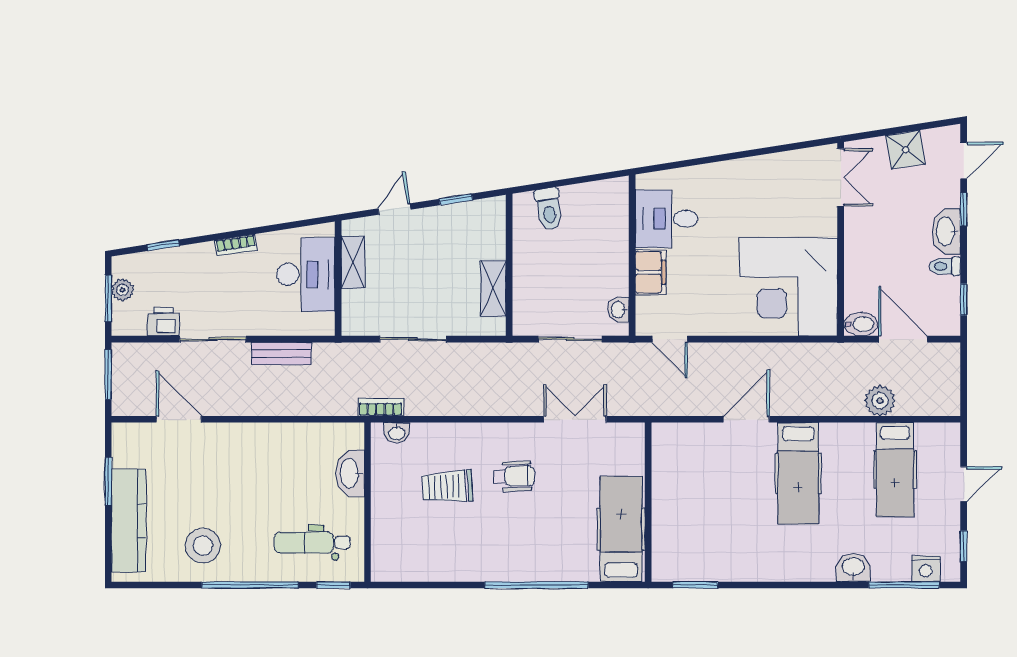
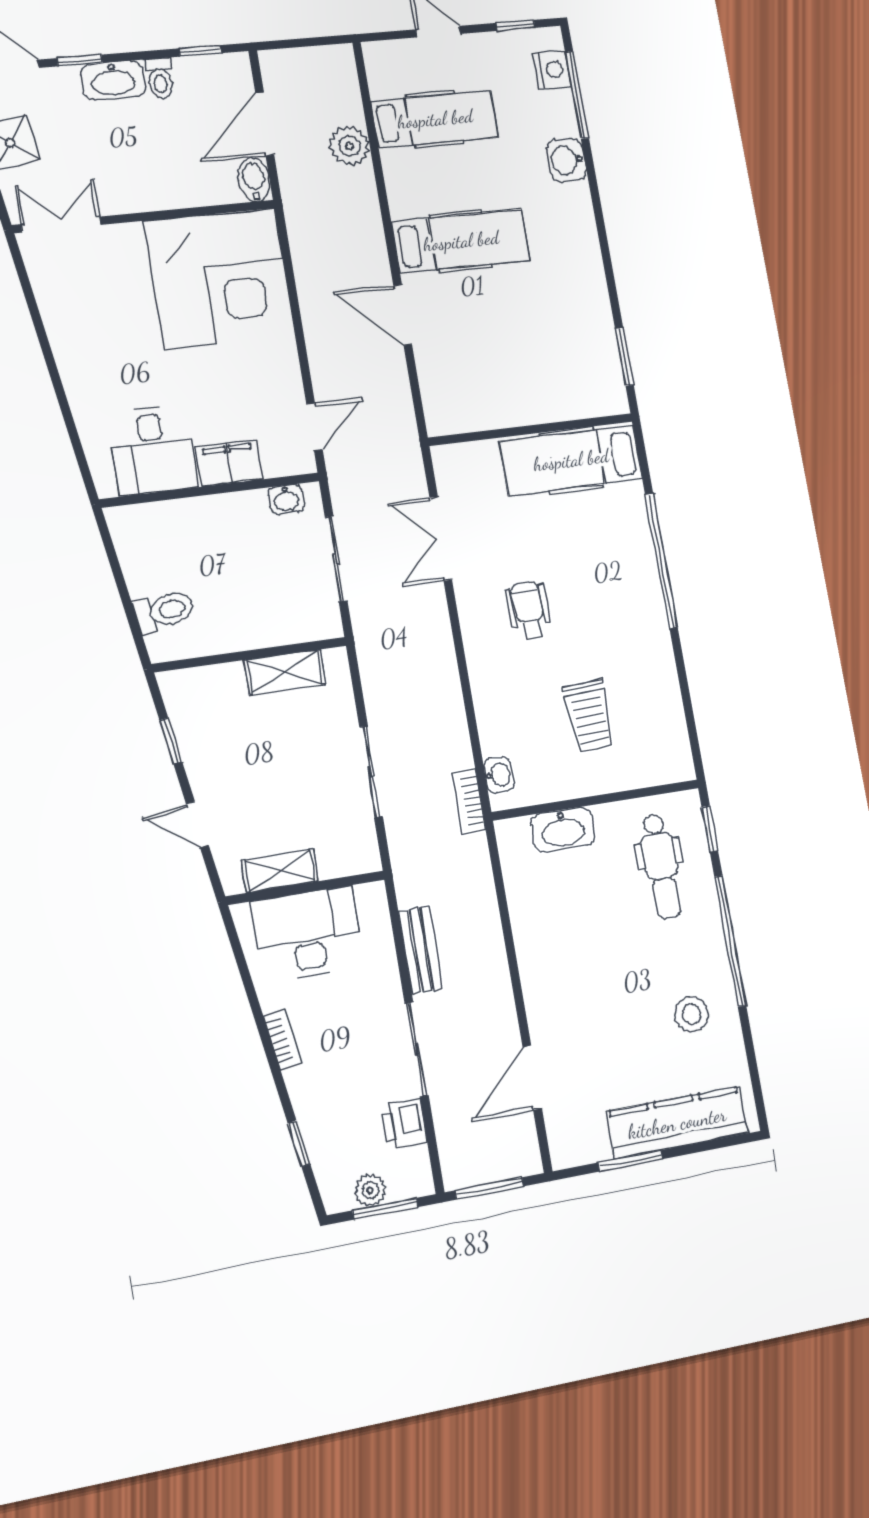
trolley: (447, 486) -> (589, 715), moved
stool: (203, 546) -> (691, 1014), width x0.73, depth x0.73

